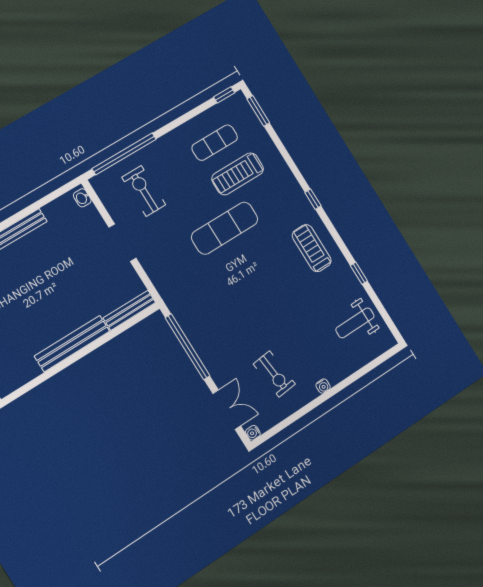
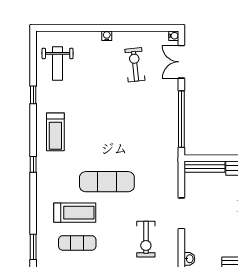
weight bench: (355, 323) -> (58, 63), turned 90

